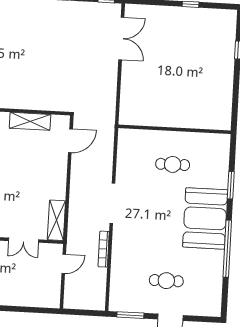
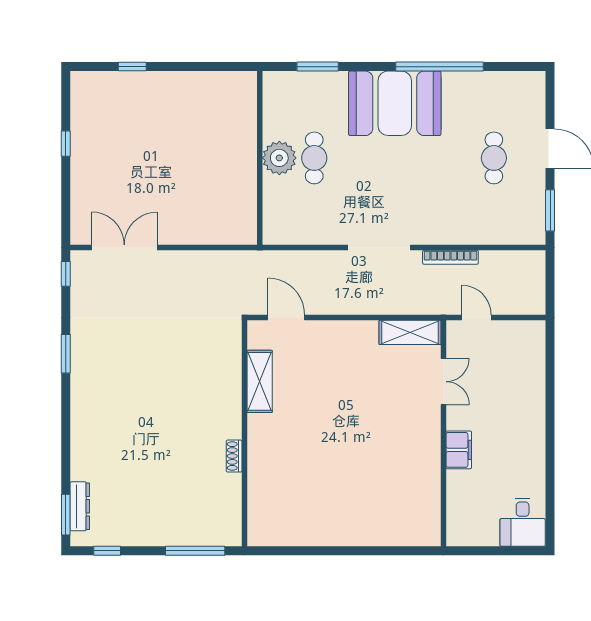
plant: (174, 142) -> (279, 158), added
window: (231, 185) -> (318, 67), moved

